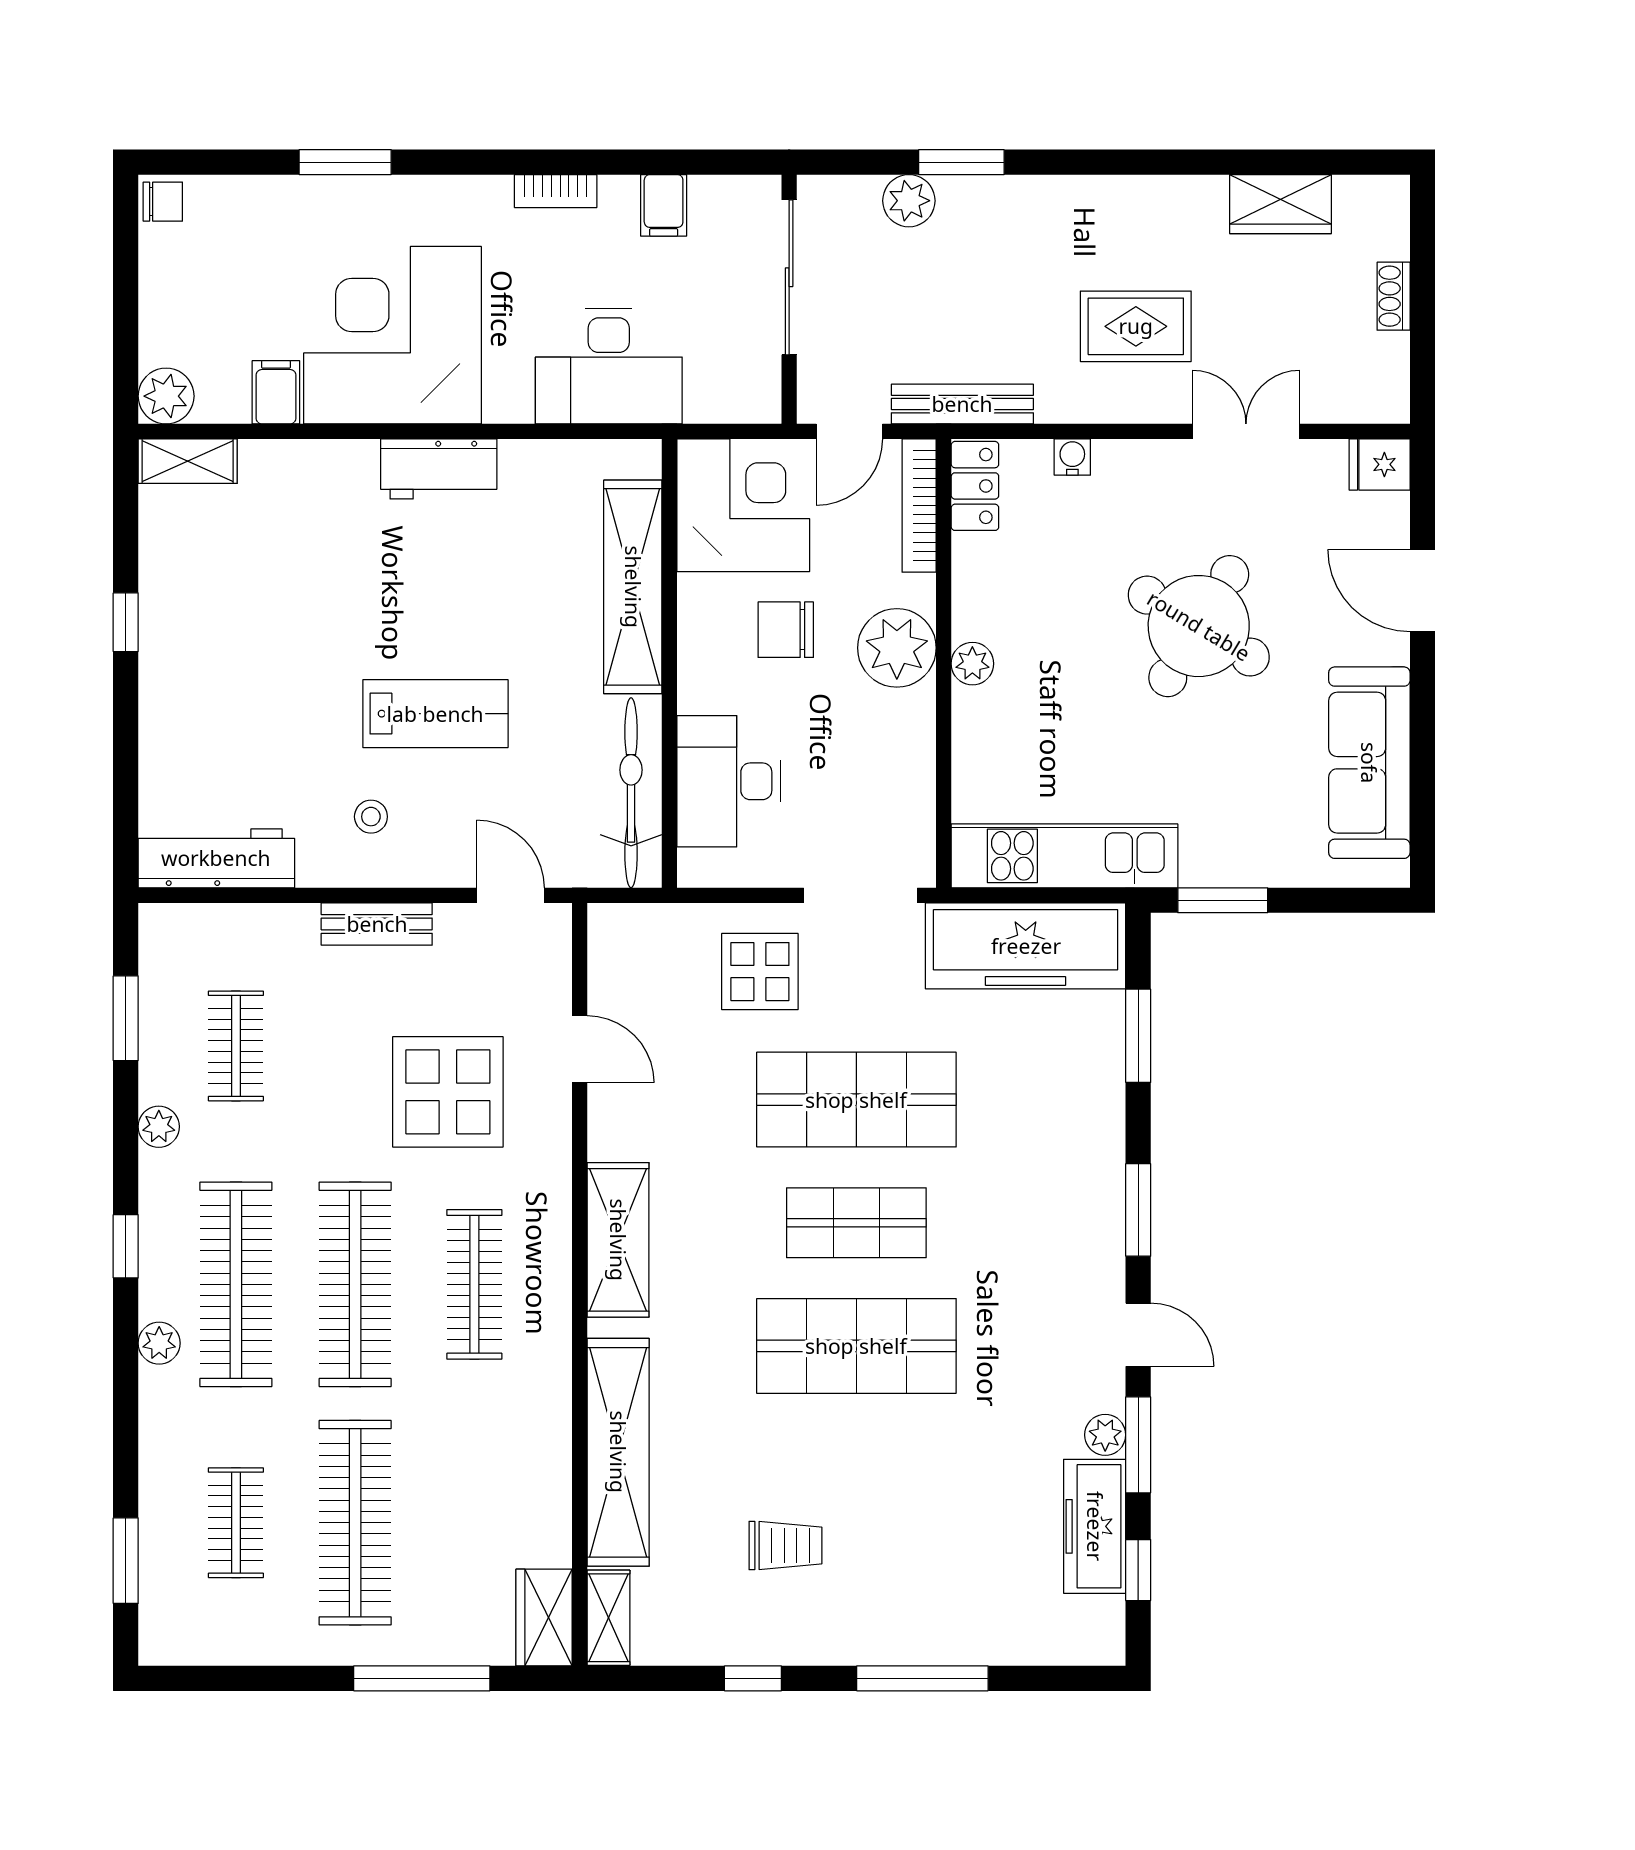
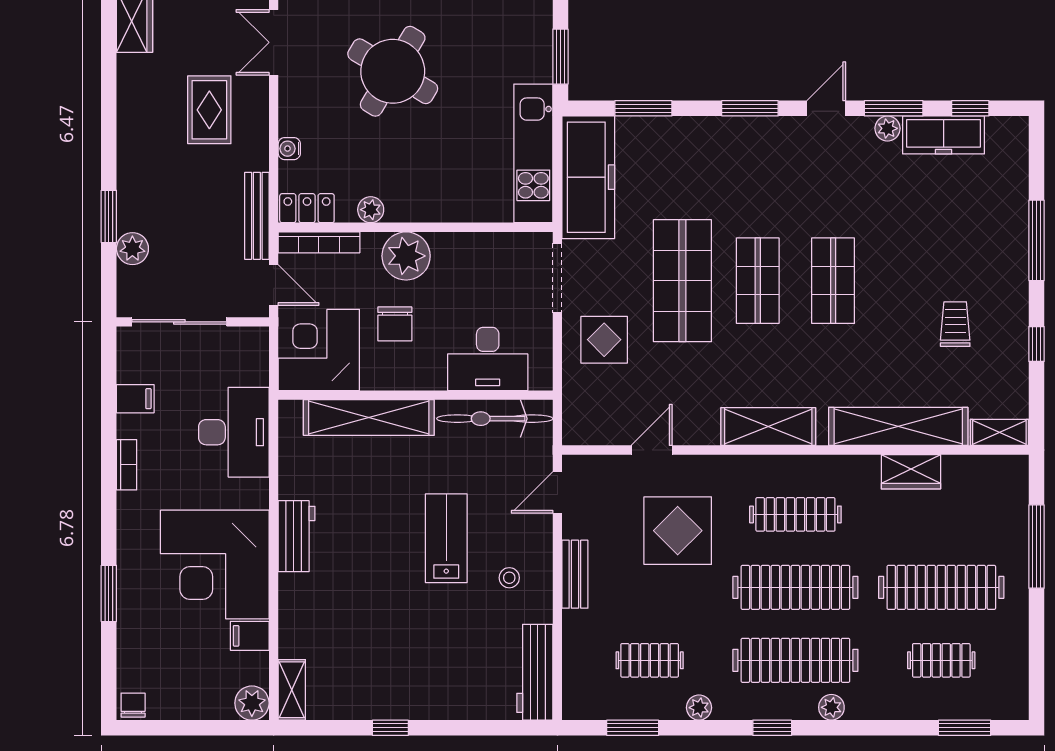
plant: (972, 664) -> (371, 210), moved
shop shelf: (856, 1346) -> (833, 281), width x0.70, depth x0.74
wardrobe: (544, 1618) -> (911, 472), moved

